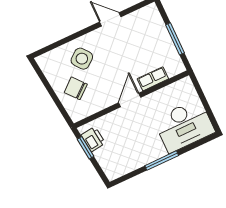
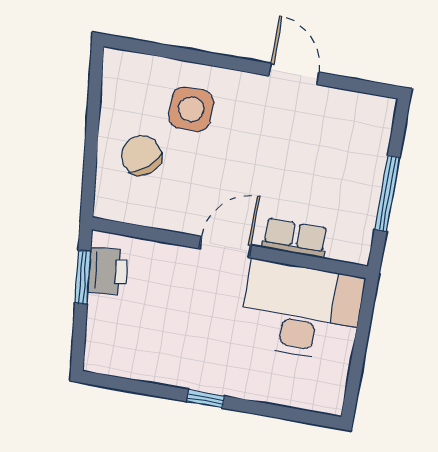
side table: (82, 59) -> (191, 109), turned 38
desk: (184, 126) -> (301, 311), moved, turned 180
window: (162, 161) -> (206, 399), width x0.46

